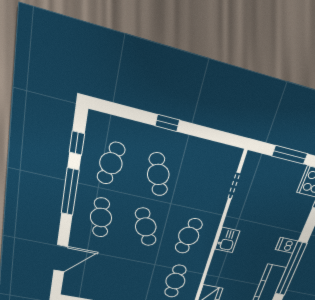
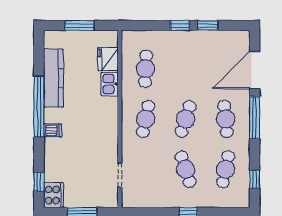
window: (70, 192) -> (255, 118), moved
cafe table: (146, 227) -> (186, 119), turned 42
kitchen sink: (227, 240) -> (110, 84), moved
door: (61, 258) -> (255, 70), width x1.36

